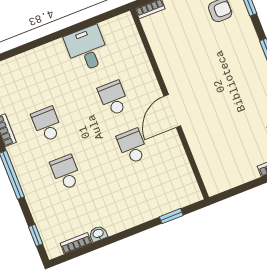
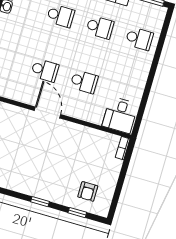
desk: (87, 49) -> (120, 115), moved, turned 90
school desk: (28, 76) -> (139, 39), added

